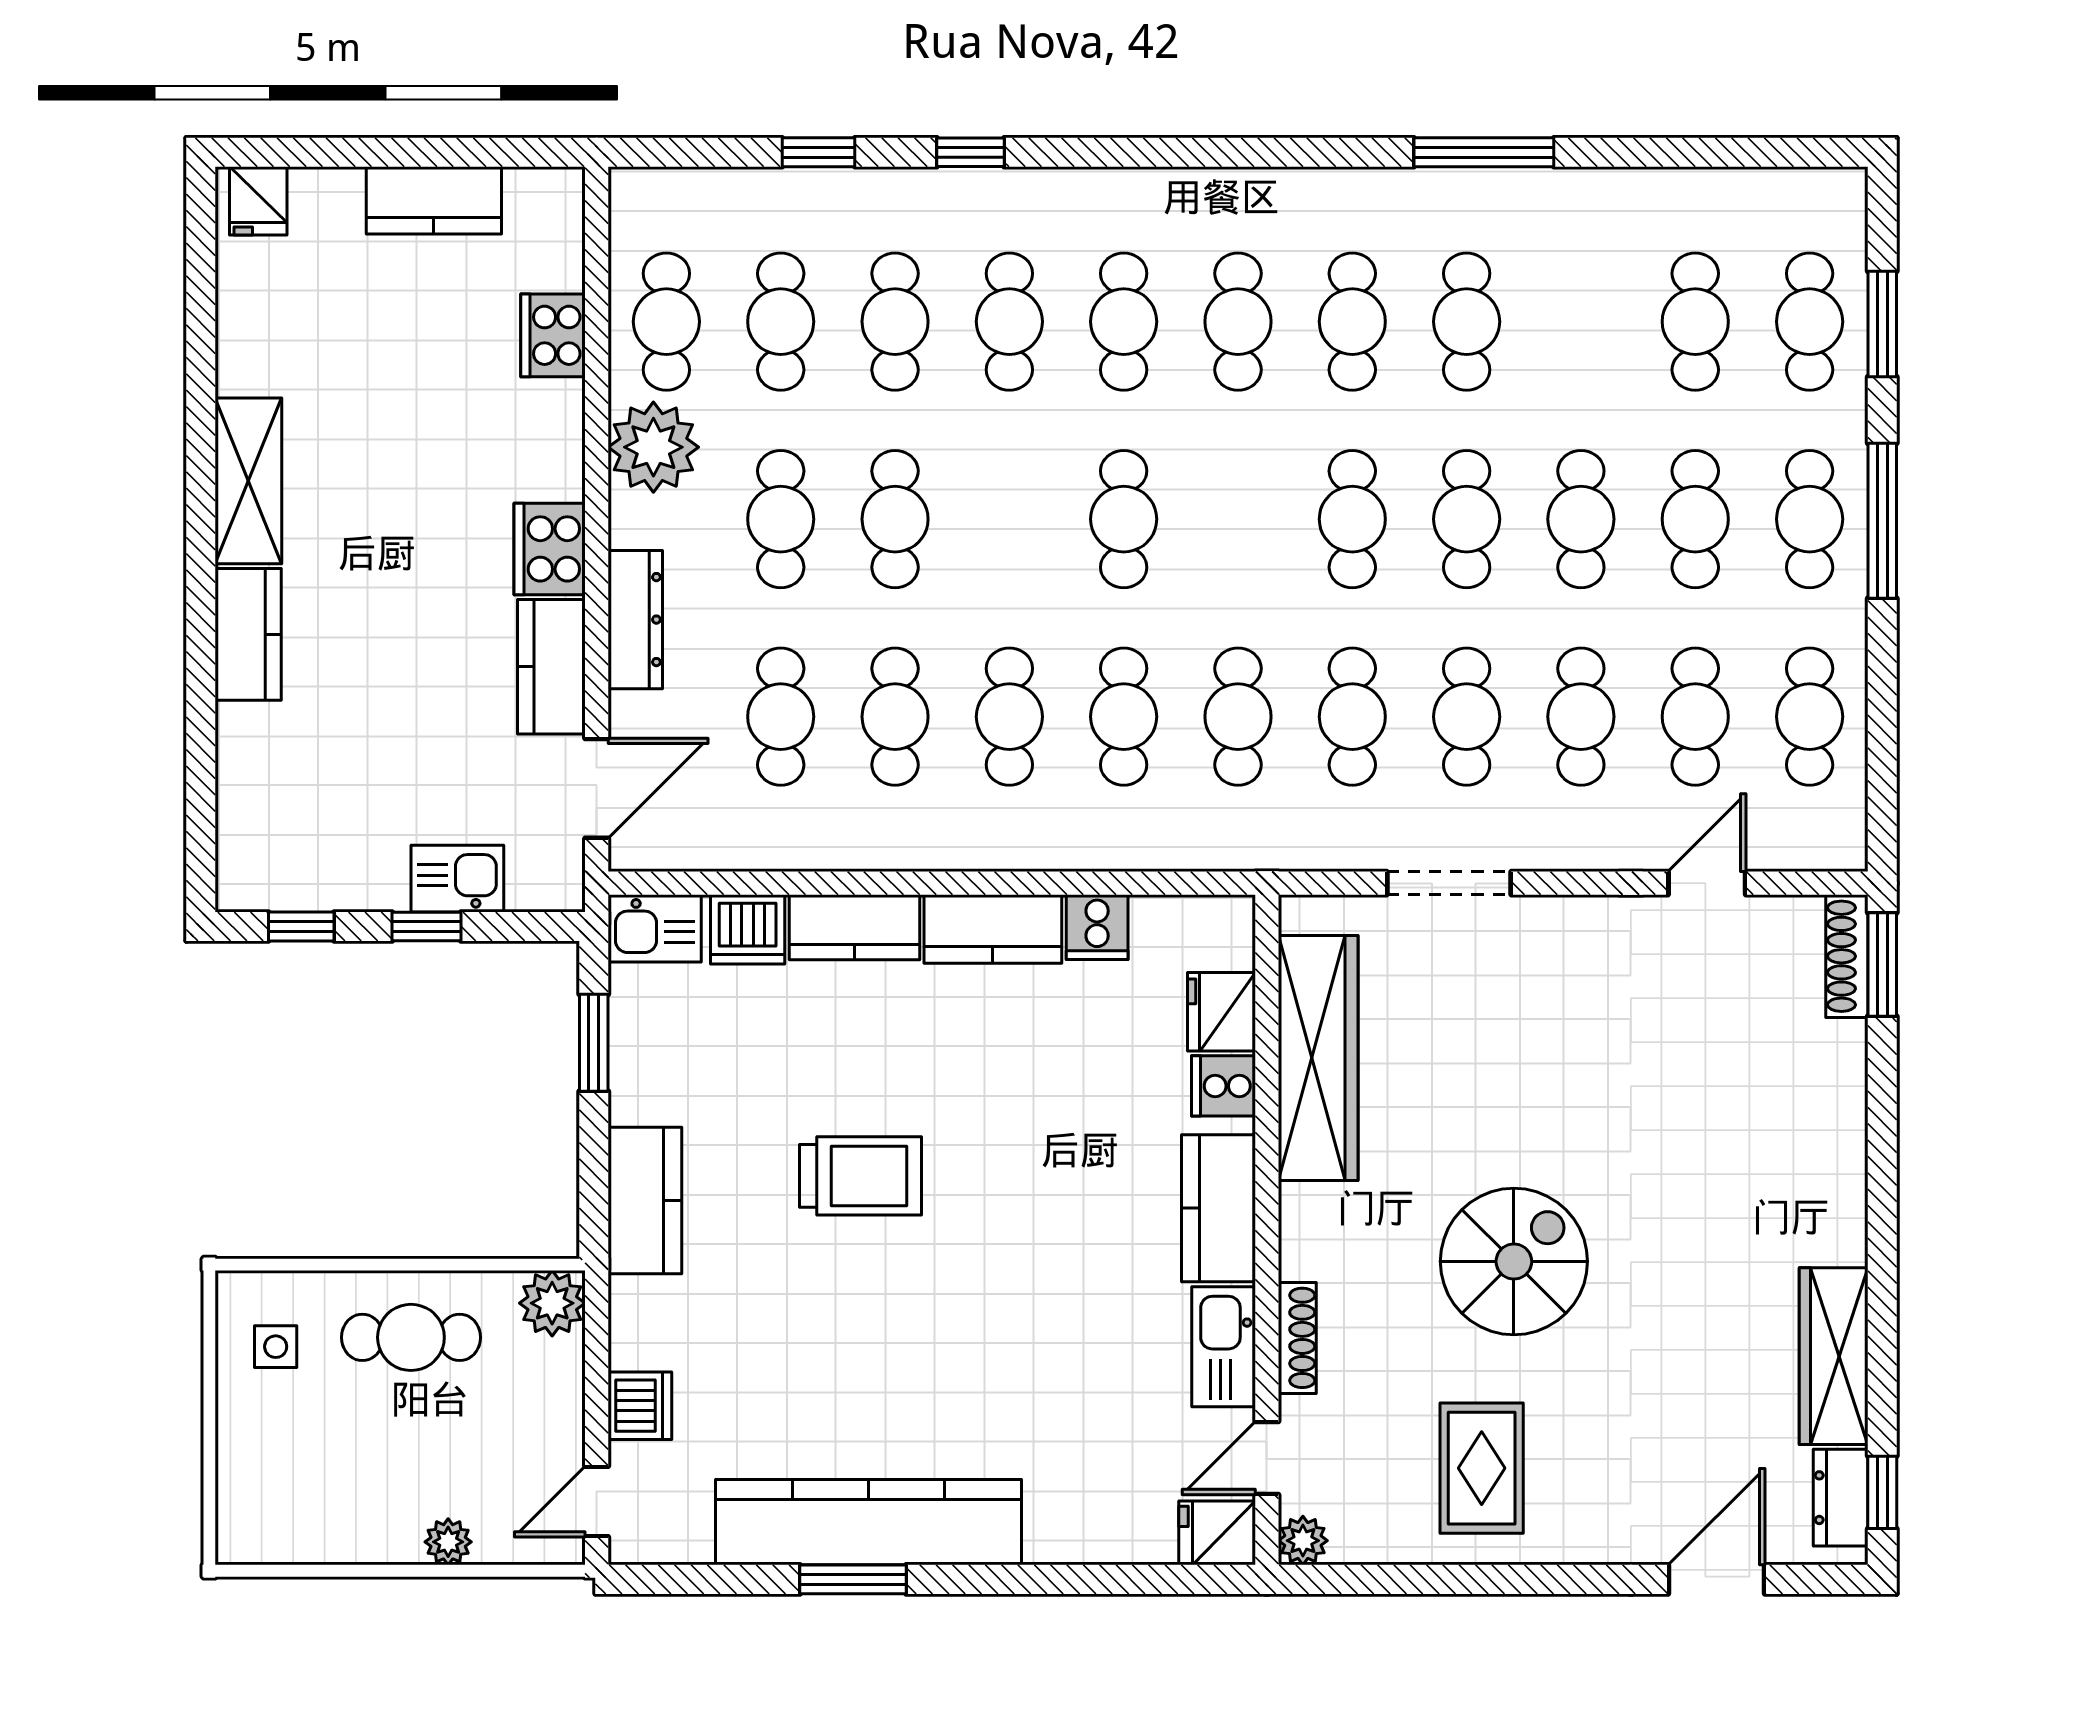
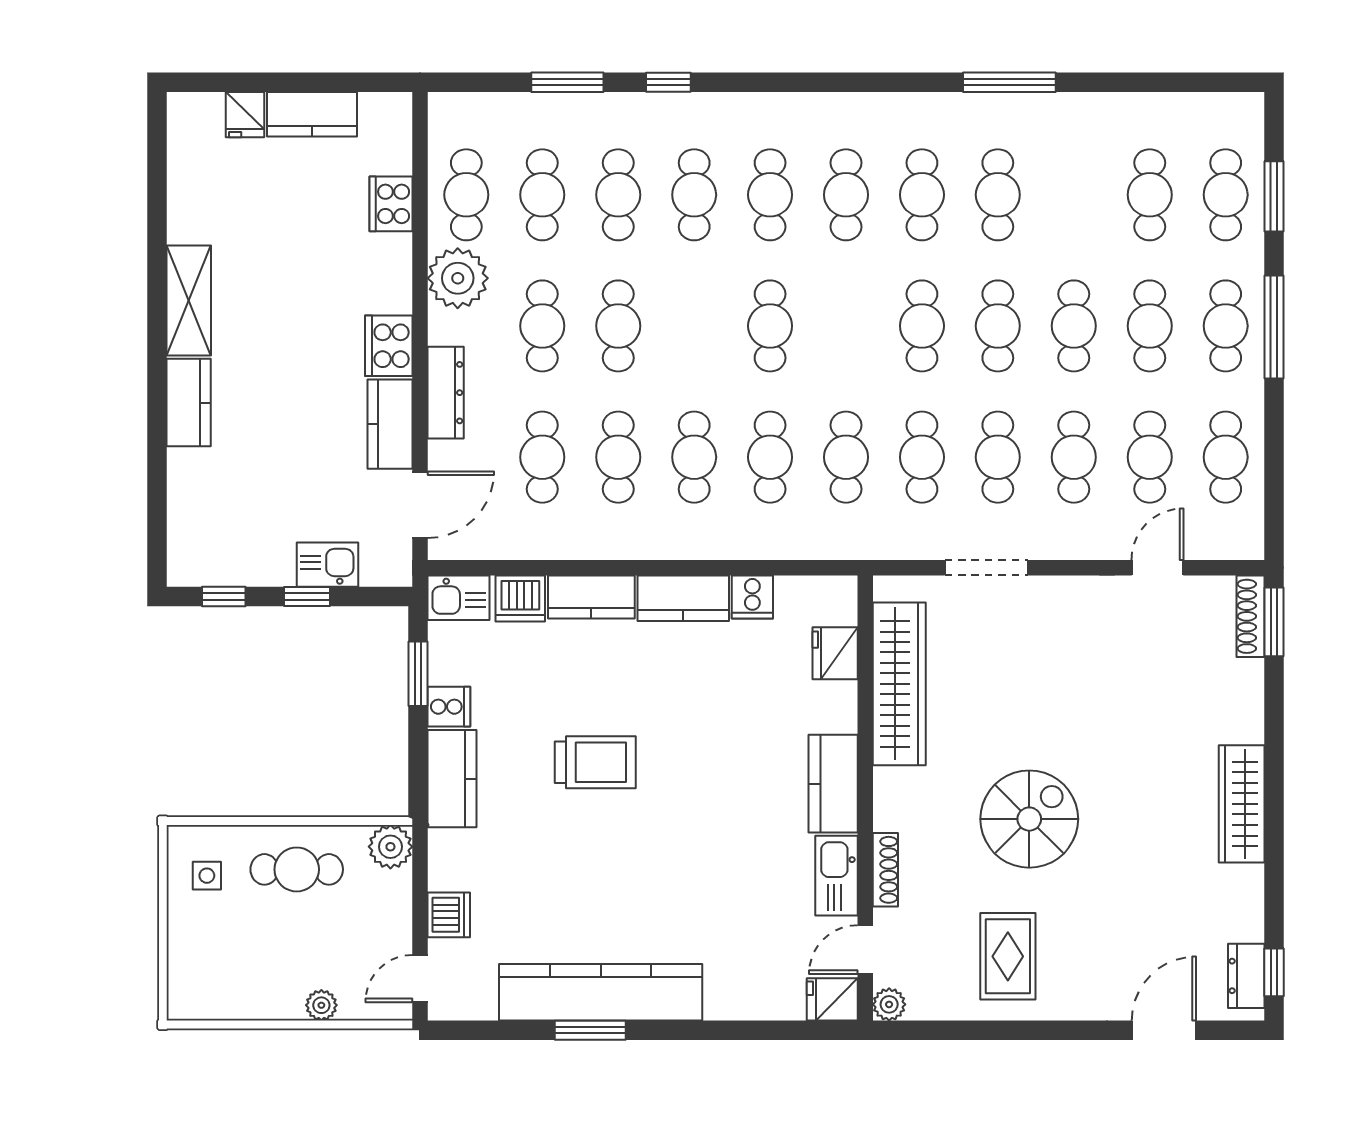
window: (819, 152) -> (567, 82), width x1.50
fridge: (258, 201) -> (245, 115), moved
cooker: (1223, 1086) -> (449, 707), moved, turned 180
wardrobe: (1834, 1356) -> (1242, 804), moved

